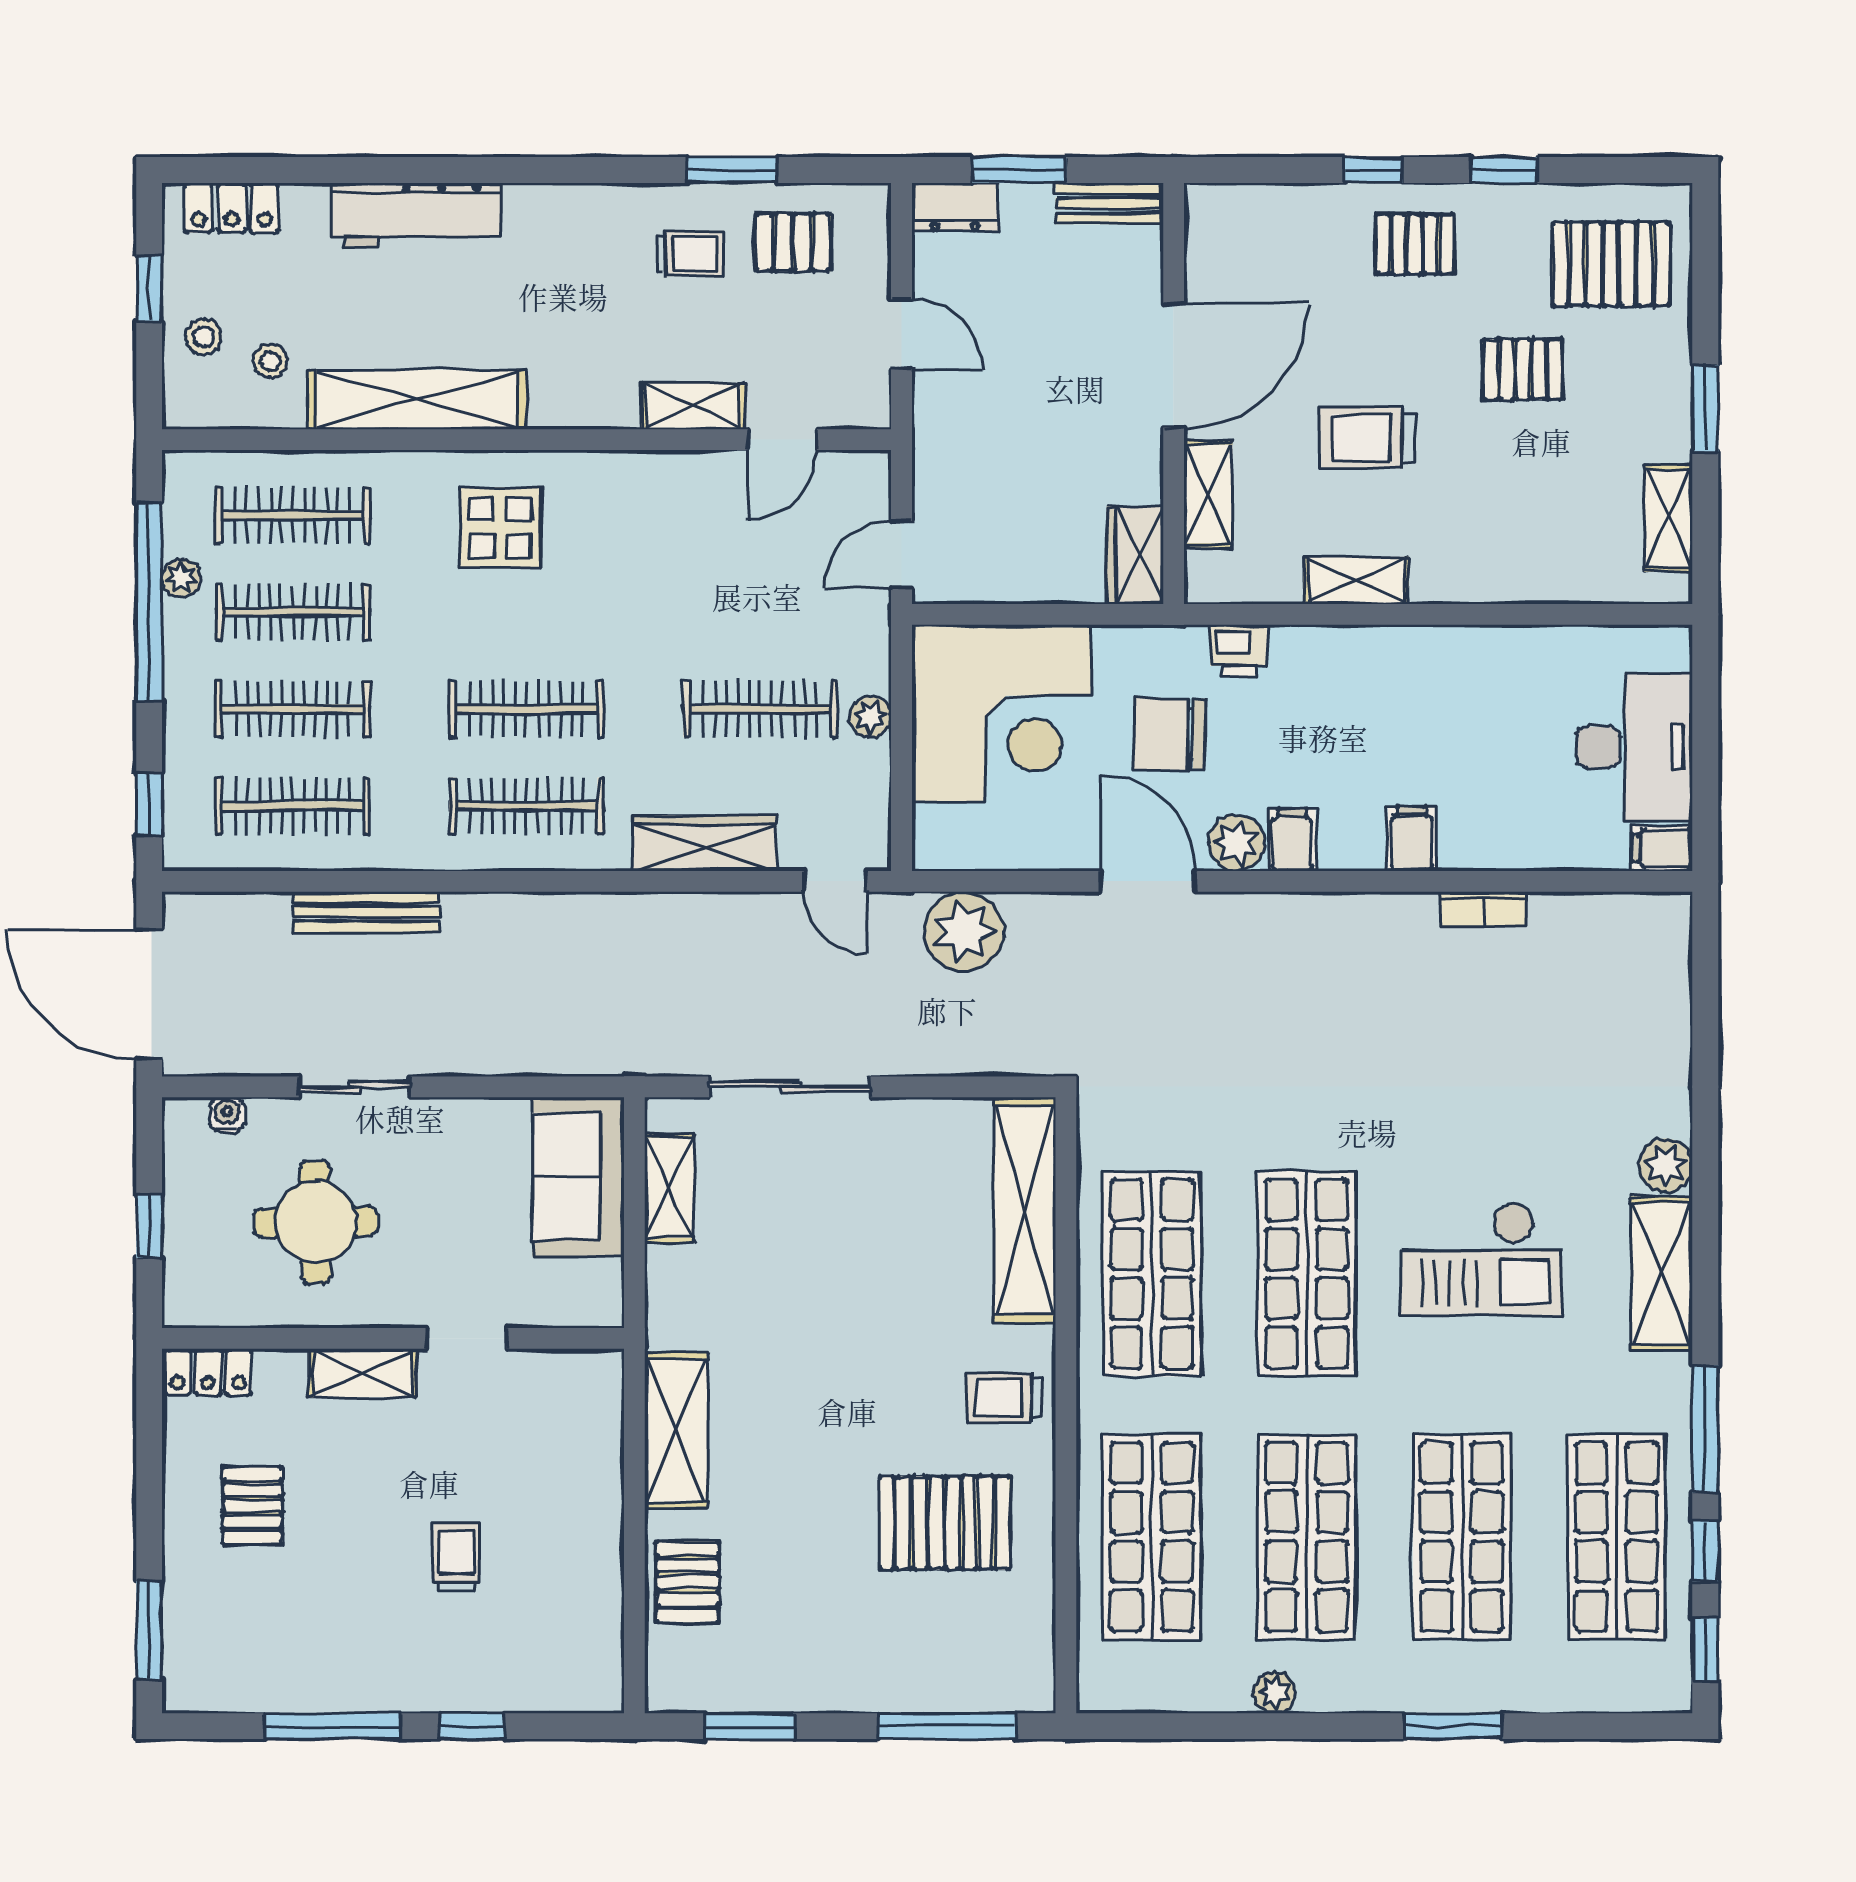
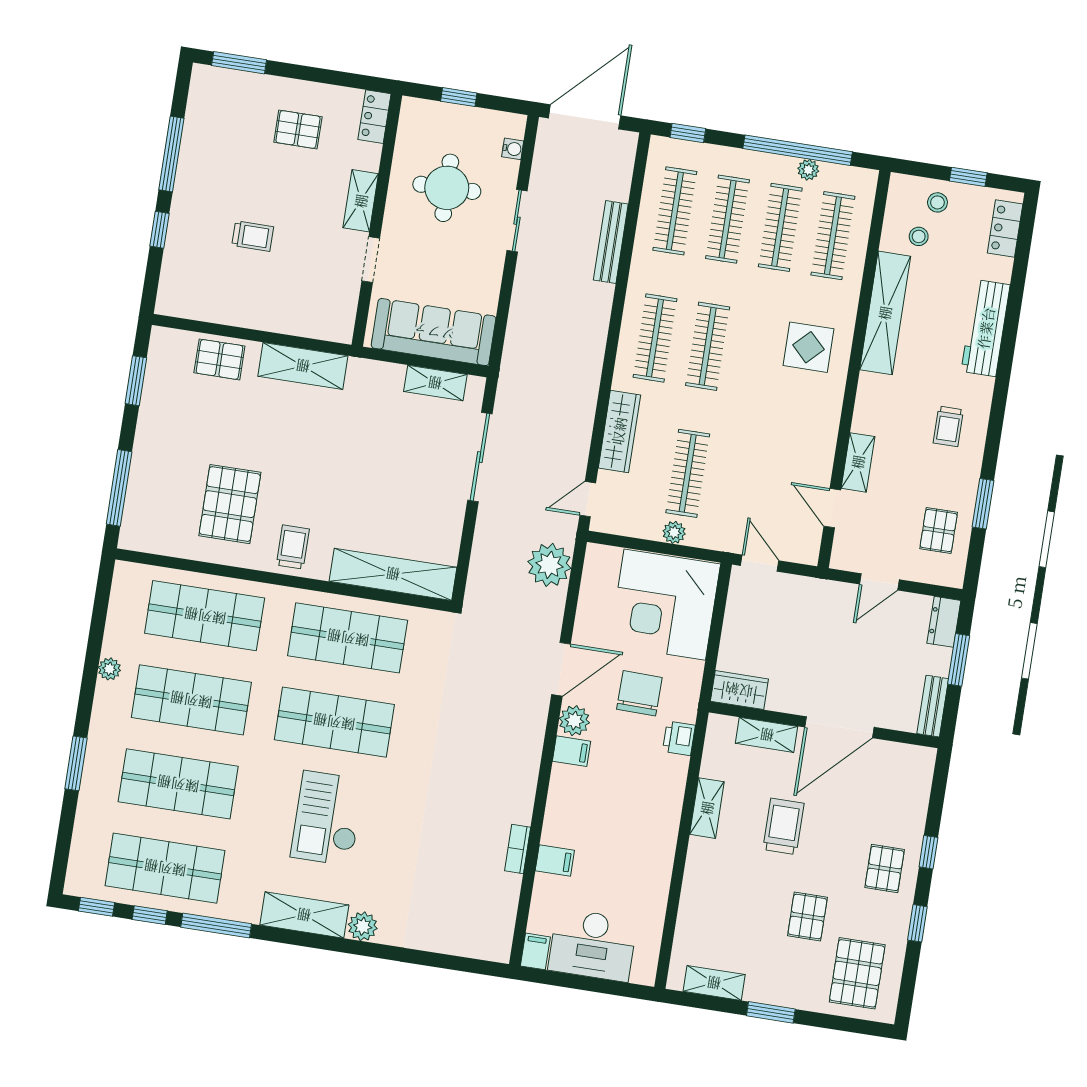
trolley: (690, 253) -> (948, 426), moved
door: (1174, 365) -> (839, 727), hinge flipped
filing cabinet: (1412, 839) -> (555, 860), moved
sofa: (578, 1177) -> (434, 332), width x1.36

